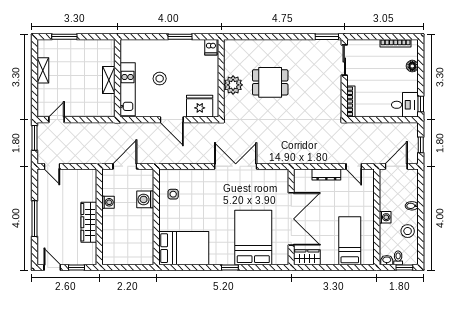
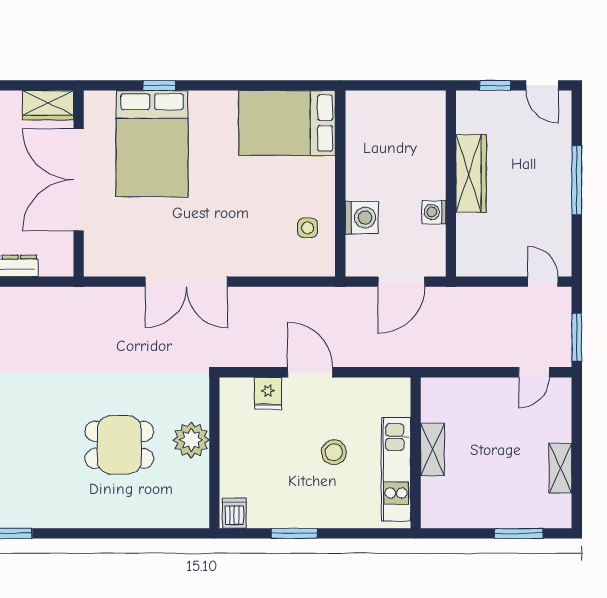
kitchen unit: (128, 89) -> (396, 469), moved
fridge: (200, 106) -> (268, 393), width x0.53, depth x0.75
window: (230, 268) -> (159, 85), moved

